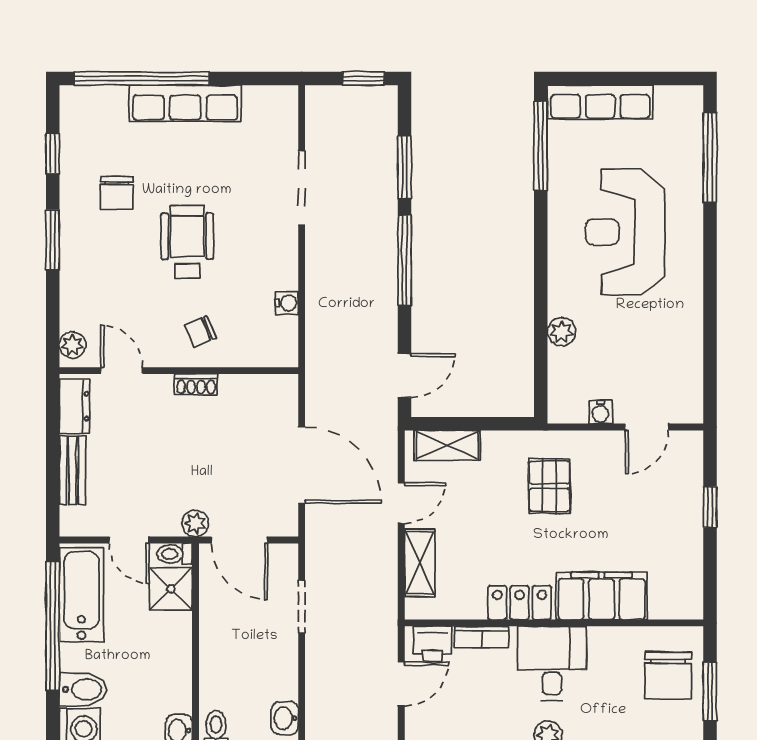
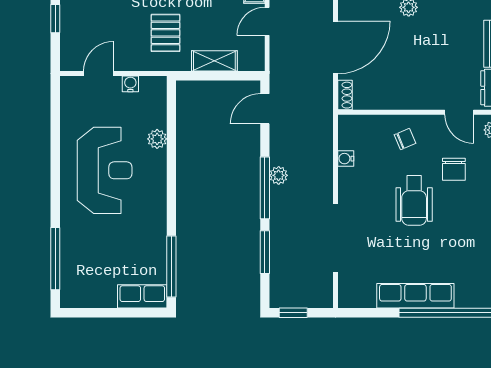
row of seats: (600, 102) -> (142, 296), width x0.68
doorway: (302, 188) -> (336, 238), width x1.36
chair: (117, 193) -> (454, 169), moved, turned 180
reception desk: (625, 232) -> (105, 170), moved
plant: (385, 279) -> (279, 175), added
shoe rack: (196, 384) -> (345, 95), moved, turned 90
shelving: (447, 445) -> (214, 61), moved
door: (302, 465) -> (336, 47), swing flipped

